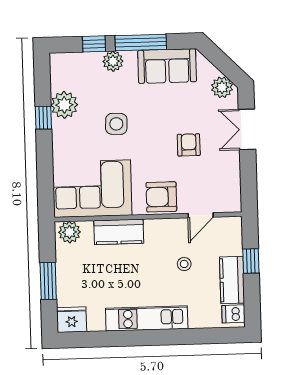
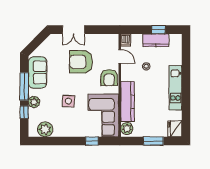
plant: (222, 87) -> (50, 43), removed
plant: (64, 105) -> (45, 129), moved
window: (43, 118) -> (92, 141), moved
armchair: (189, 145) -> (81, 62), width x1.88, depth x1.88
kitchen counter: (119, 232) -> (128, 102), width x1.50
window: (251, 261) -> (159, 30), moved
dishwasher: (233, 314) -> (126, 40), moved

